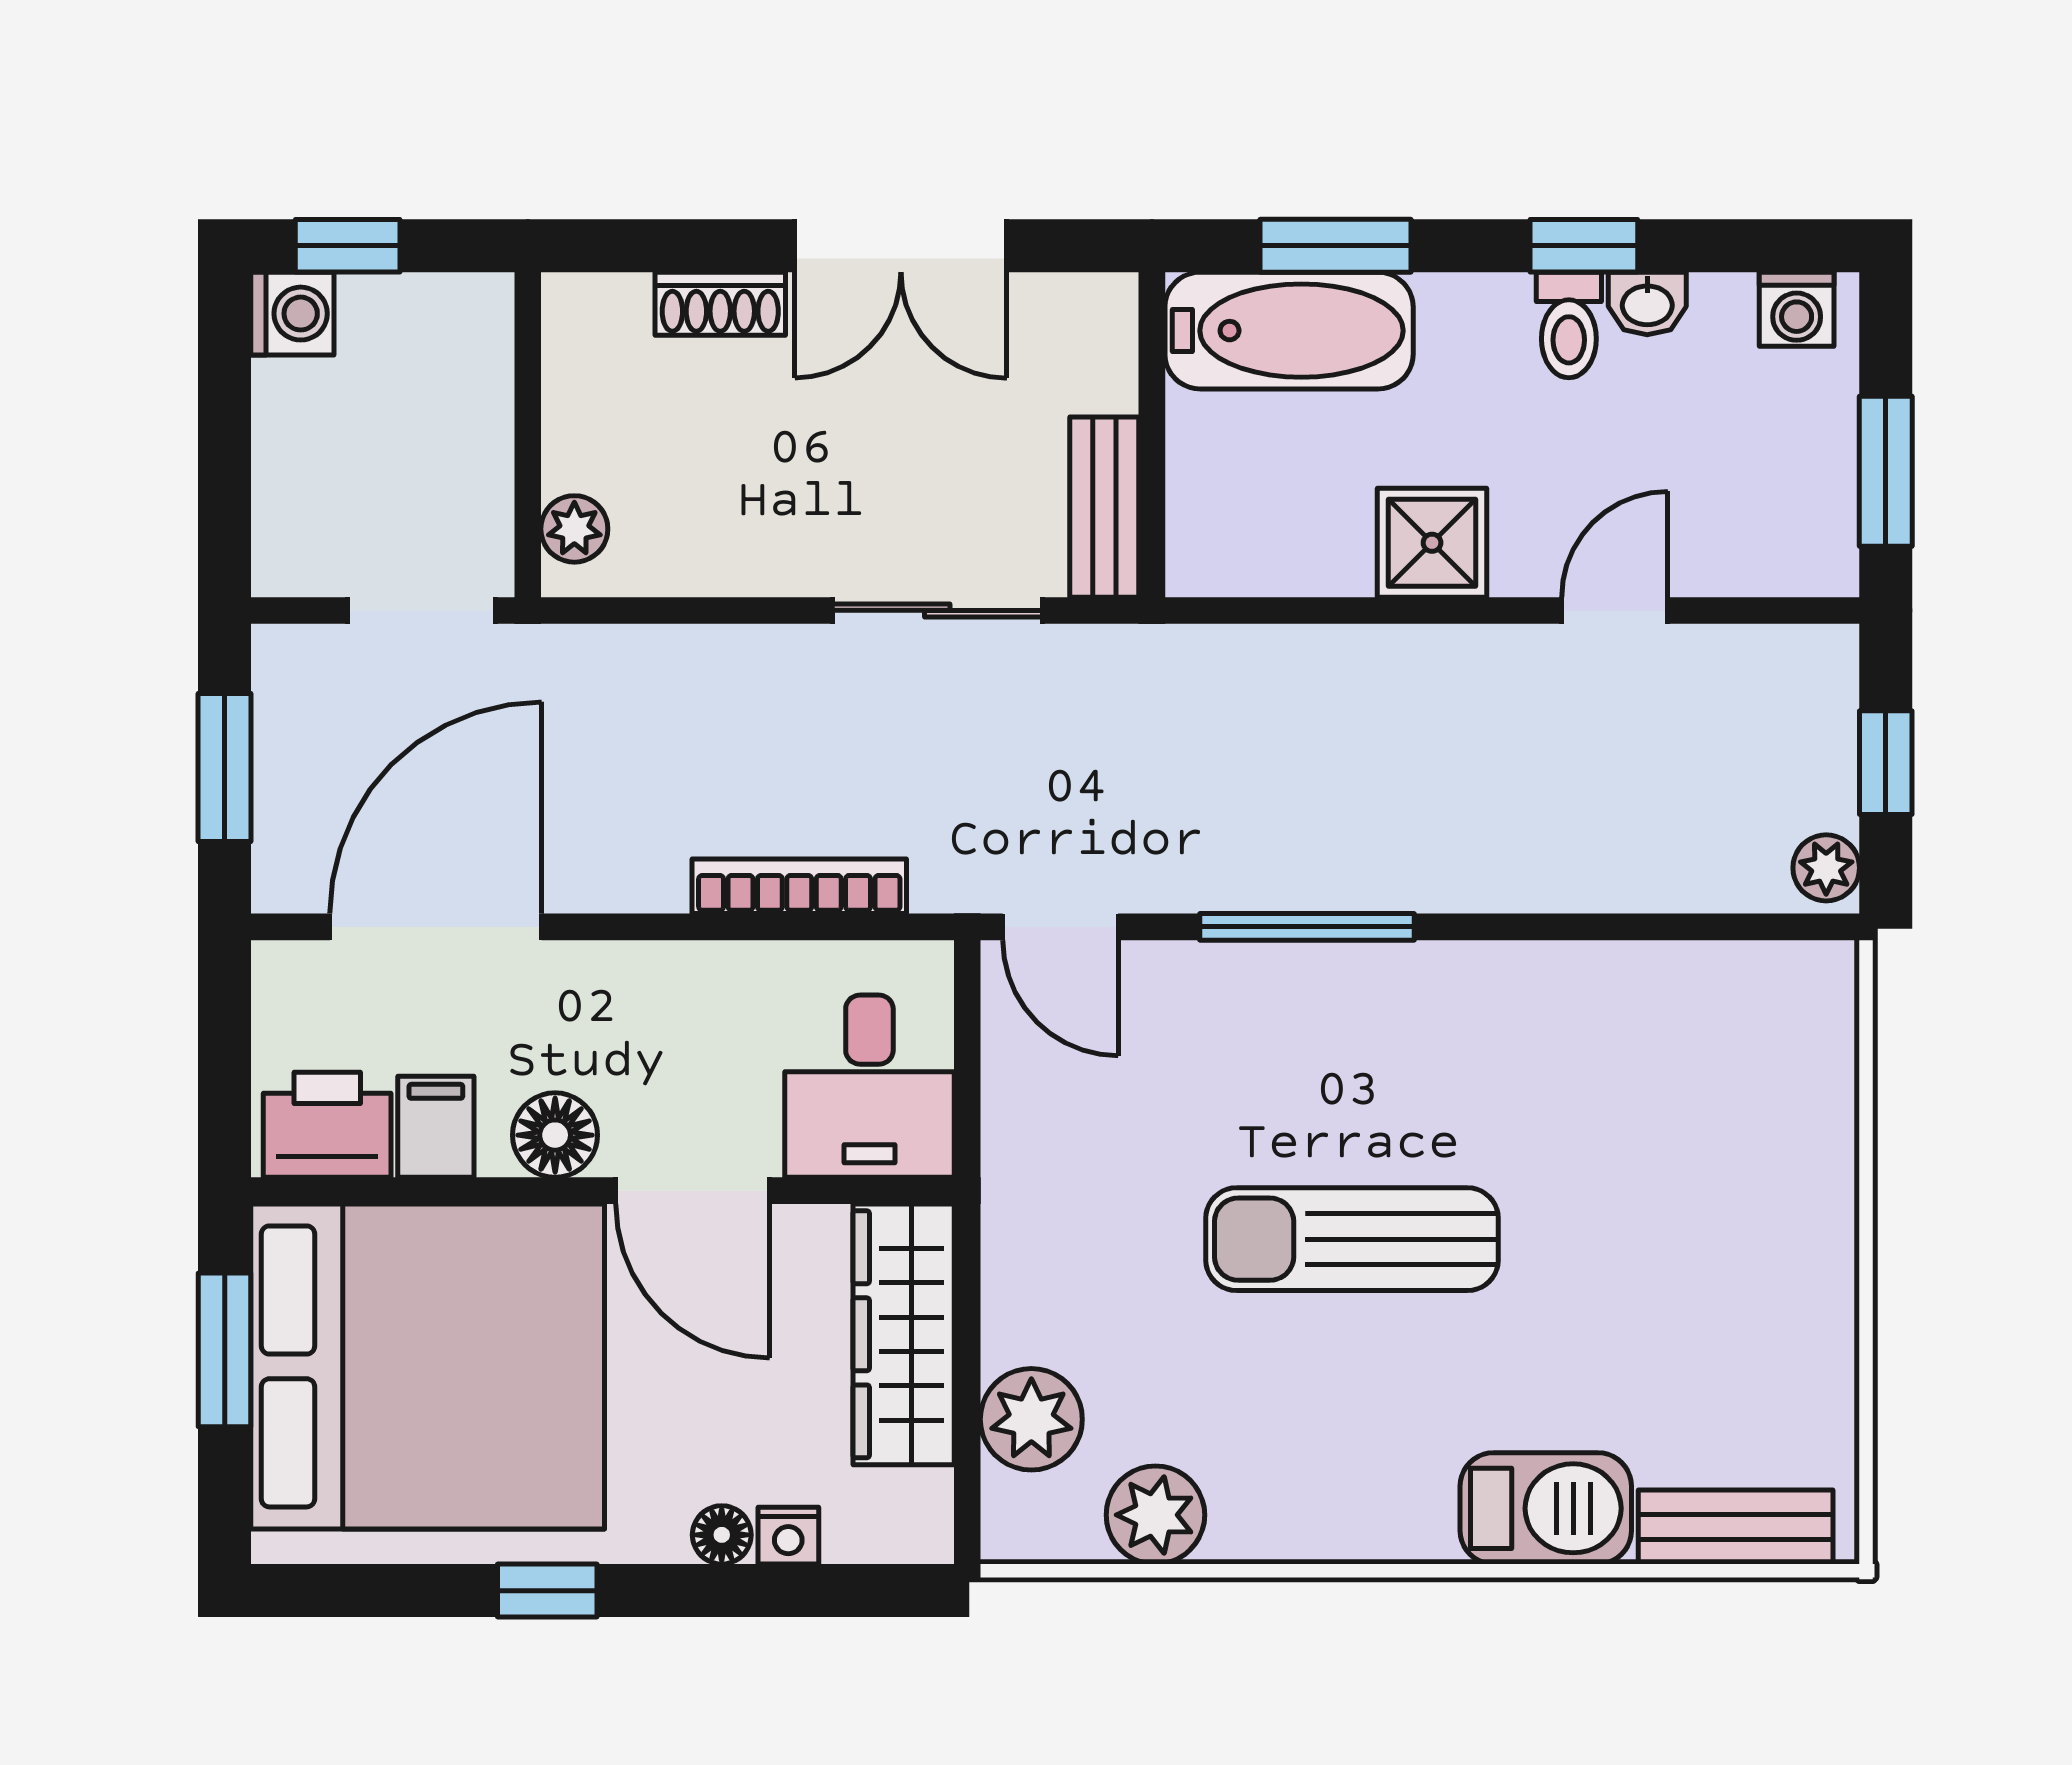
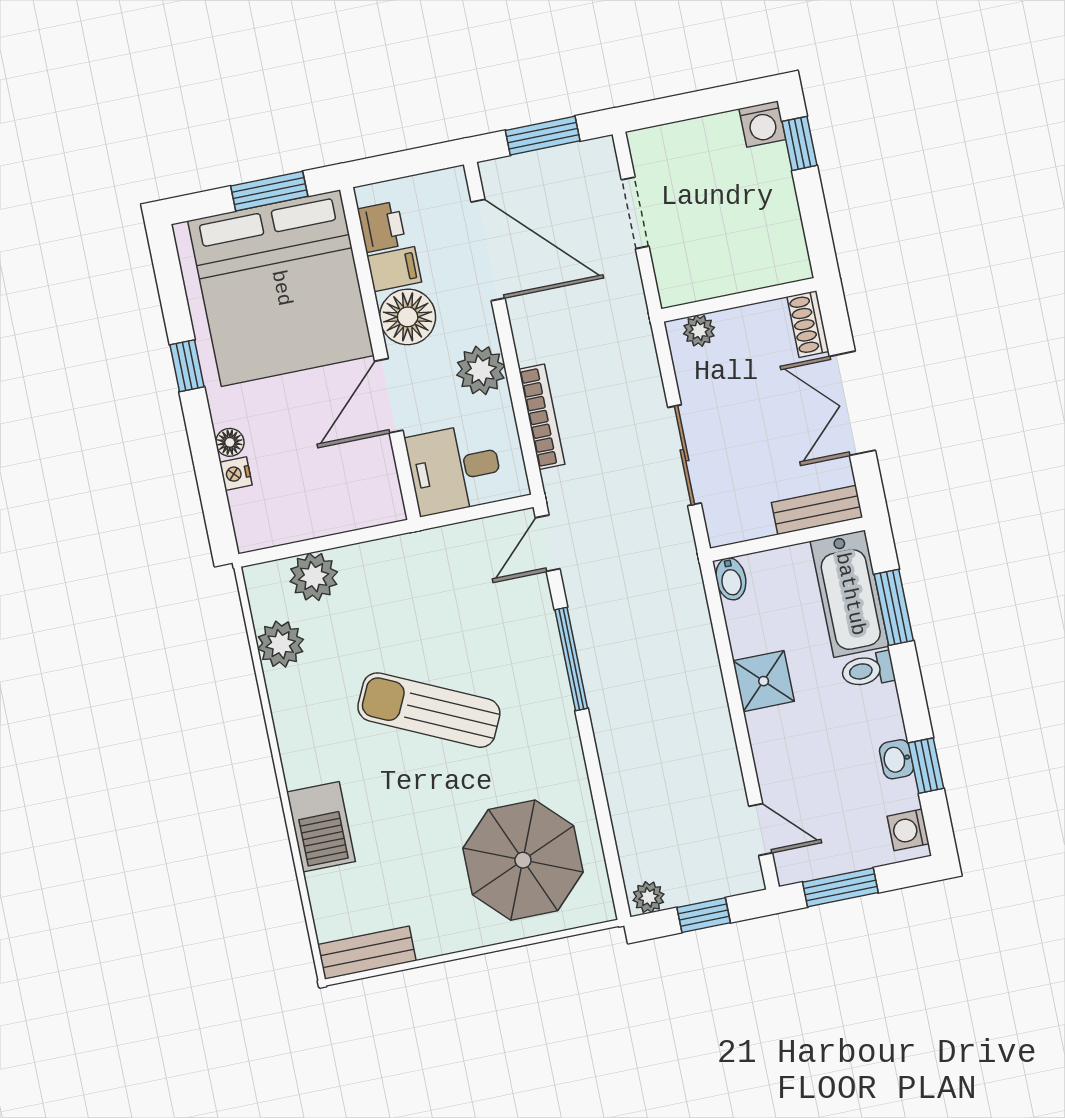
window: (1584, 246) -> (926, 766), moved
toilet: (1569, 325) -> (868, 670), moved
wall: (528, 435) -> (739, 300), moved
bench: (1104, 507) -> (817, 510), moved
plant: (574, 529) -> (699, 331), moved
bidet: (1209, 567) -> (731, 579), added
door: (1615, 610) -> (761, 829), moved
plant: (679, 992) -> (481, 370), added
parasol: (1698, 1109) -> (523, 860), added
printer: (327, 1125) -> (382, 227), width x0.73, depth x0.81
floor lamp: (555, 1135) -> (408, 317), width x1.38, depth x1.38
sun lounger: (1352, 1239) -> (429, 710), turned -65
wardrobe: (904, 1334) -> (341, 509), removed
bench: (1736, 1527) -> (367, 953), moved, turned 90

